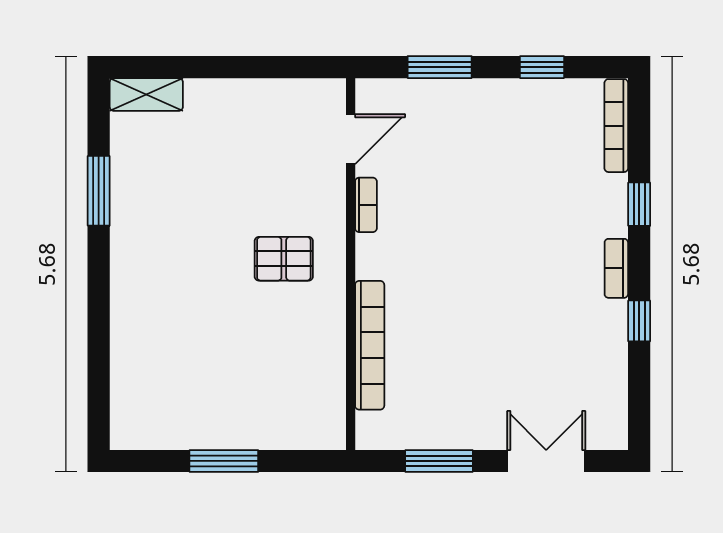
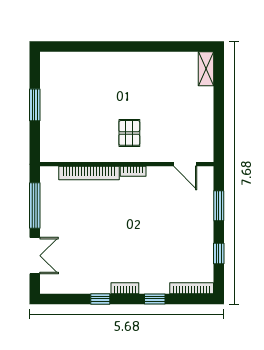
window: (99, 191) -> (161, 47), removed
bookcase: (366, 205) -> (133, 171), moved
window: (439, 461) -> (35, 205), width x1.44

